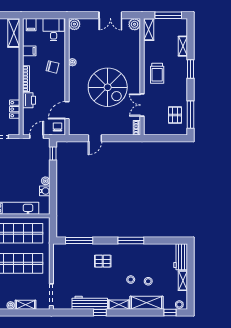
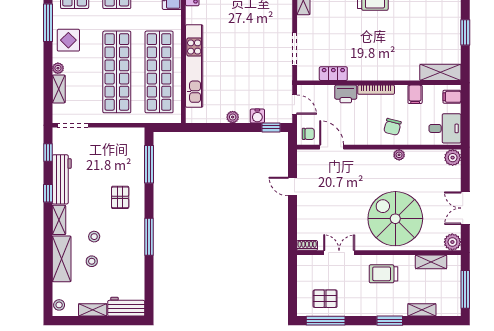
shelving: (149, 29) -> (431, 262), moved
spiral stairs: (108, 87) -> (395, 219), moved, turned 90
water cooler: (45, 191) -> (257, 116), moved
window: (170, 312) -> (48, 153), moved

